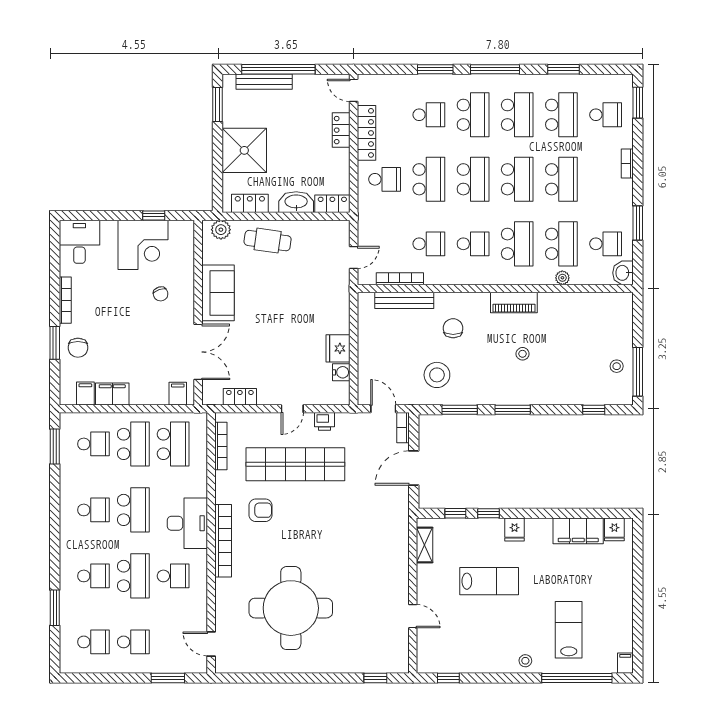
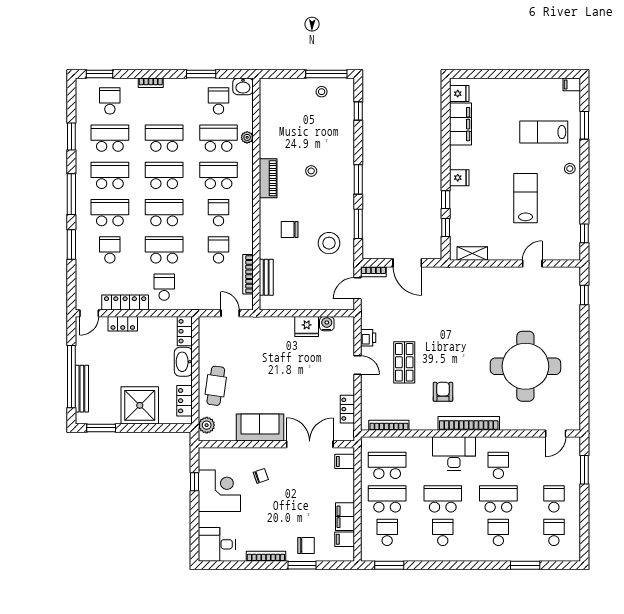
bench: (404, 300) -> (266, 277), width x0.73
shop shelf: (295, 464) -> (404, 362), width x0.50, depth x0.74
lab bench: (489, 581) -> (525, 198), moved
window: (577, 678) -> (584, 125), width x0.47

